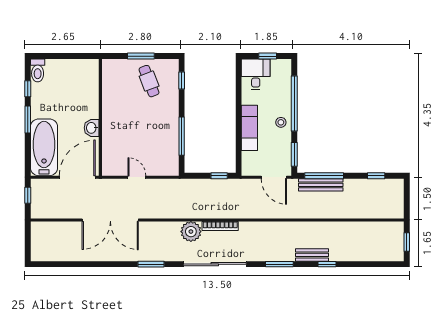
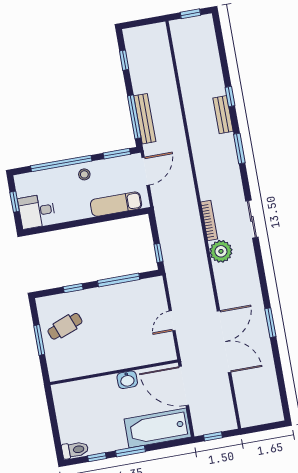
window: (182, 81) -> (73, 288), moved
exam couch: (249, 128) -> (116, 204), moved
window: (219, 176) -> (158, 253), moved
window: (151, 264) -> (270, 323), moved
sliding door: (215, 264) -> (252, 219), width x0.54

